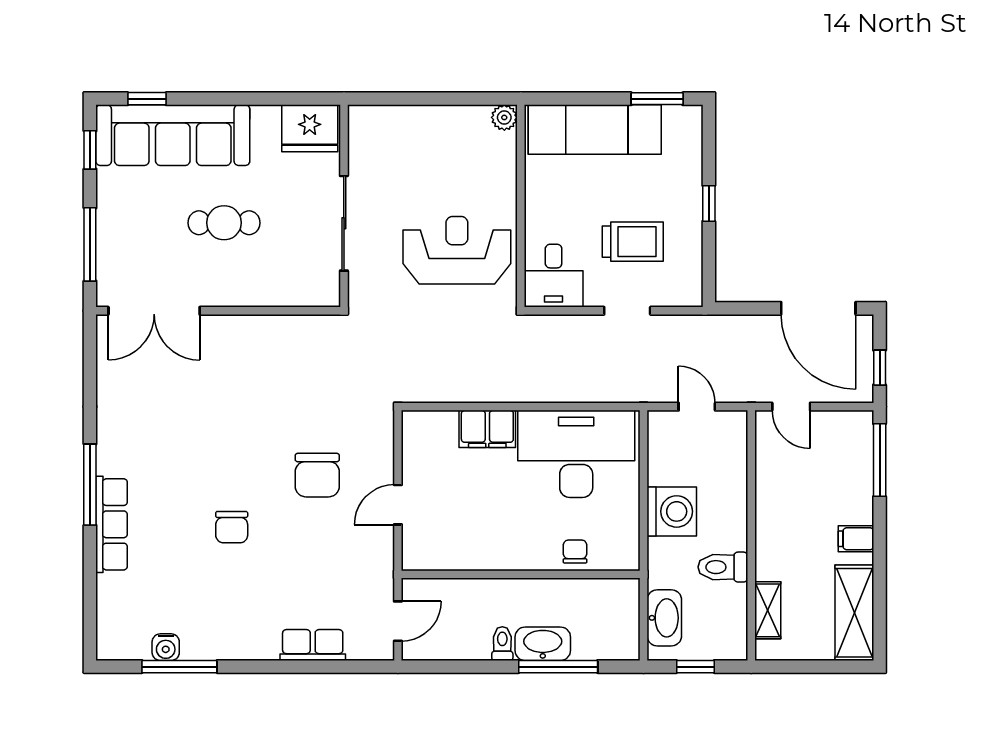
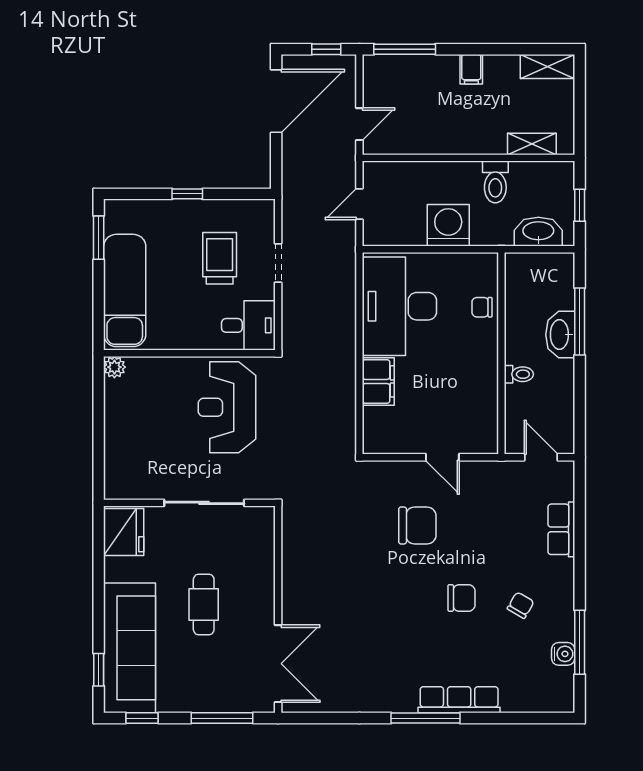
chair: (223, 597) -> (521, 605), added
shelving: (854, 613) -> (547, 67), width x0.67, depth x0.75
toilet: (502, 644) -> (519, 374), moved, turned 180

